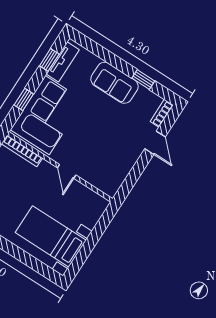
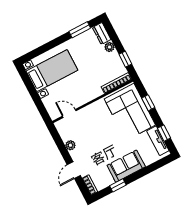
door: (155, 143) -> (74, 170), hinge flipped
plant: (127, 164) -> (70, 145), added
door: (67, 171) -> (69, 113), moved

